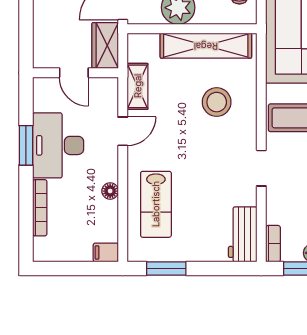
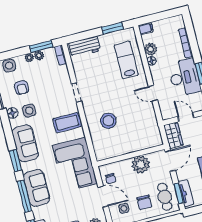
shelving: (206, 46) -> (121, 148), removed
shelving: (138, 86) -> (151, 118), removed
door: (123, 131) -> (153, 93), hinge flipped
plant: (107, 213) -> (151, 49), added
workbench: (243, 234) -> (84, 47), moved, turned 90

